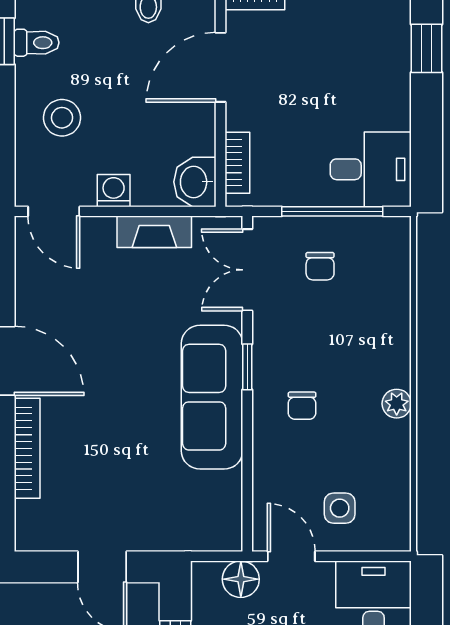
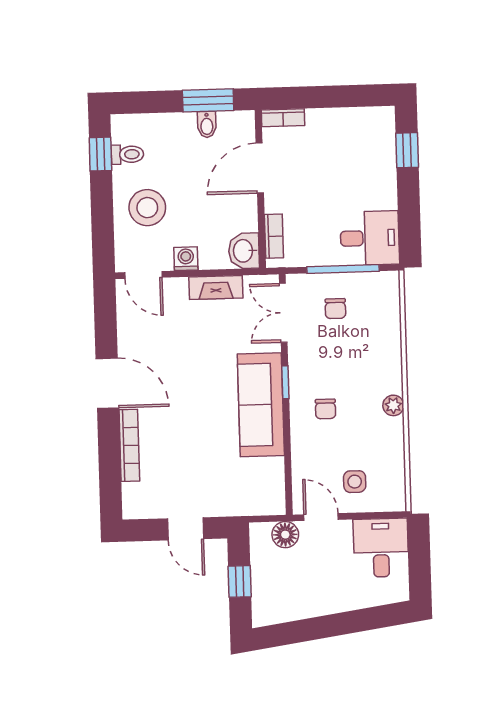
stool: (62, 118) -> (147, 208), width x1.38, depth x1.38

